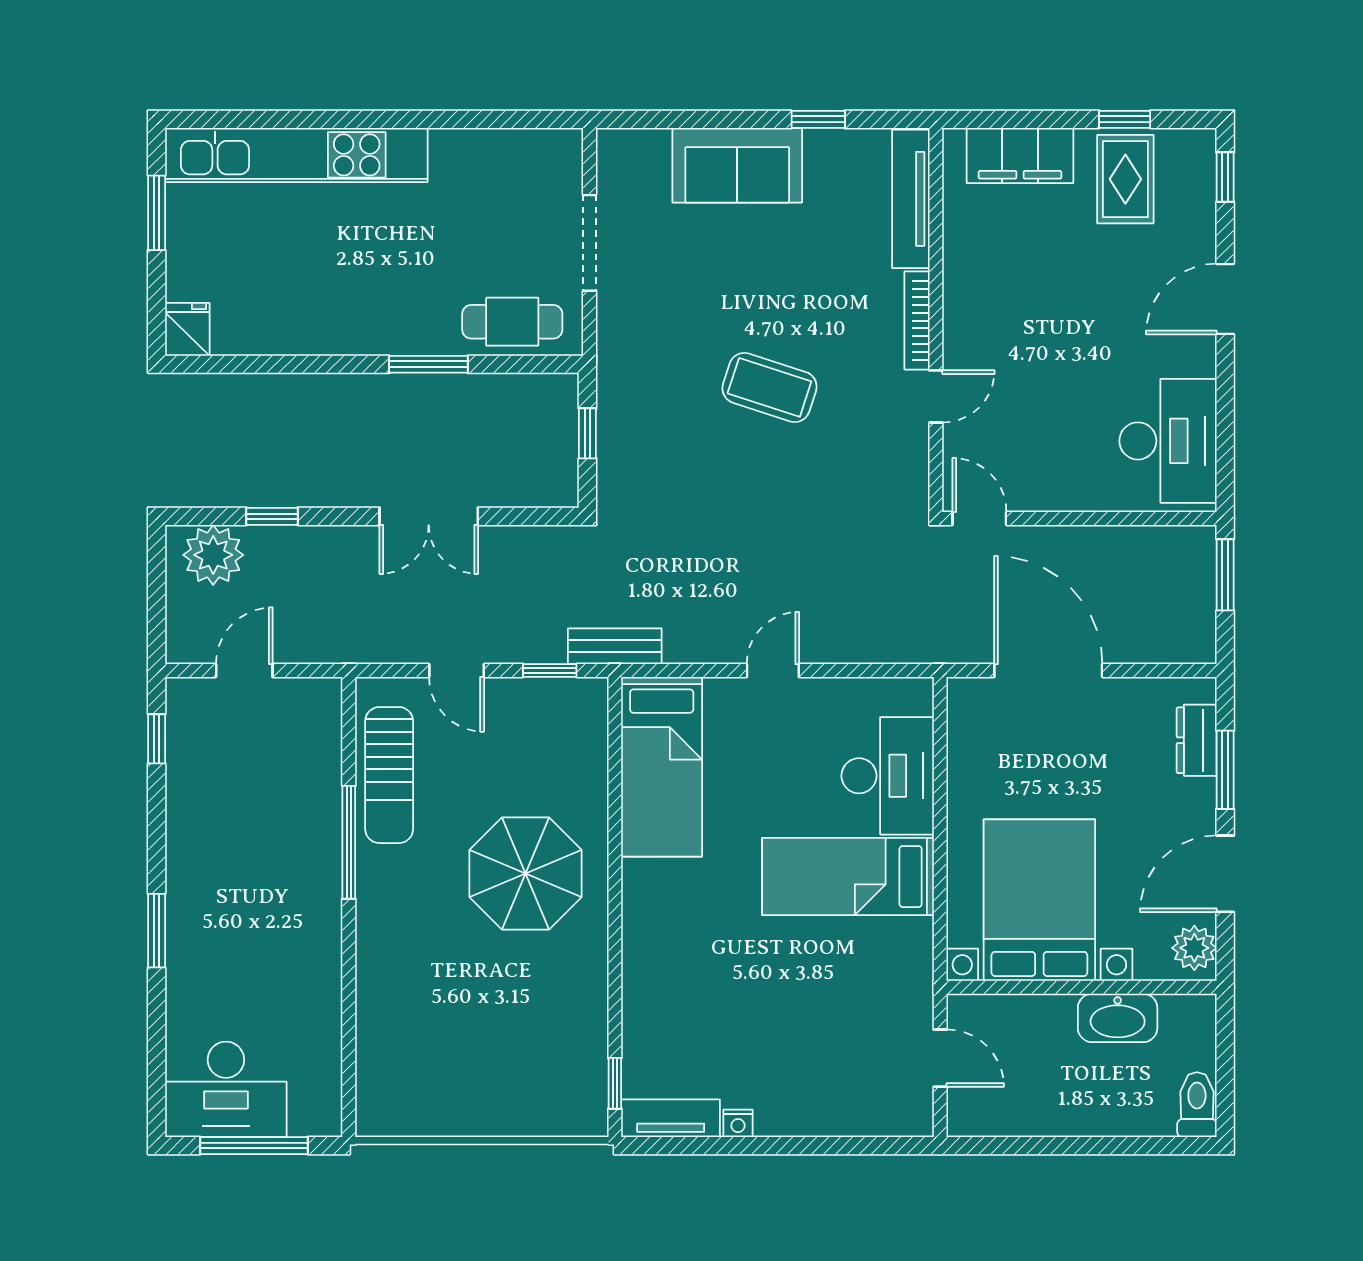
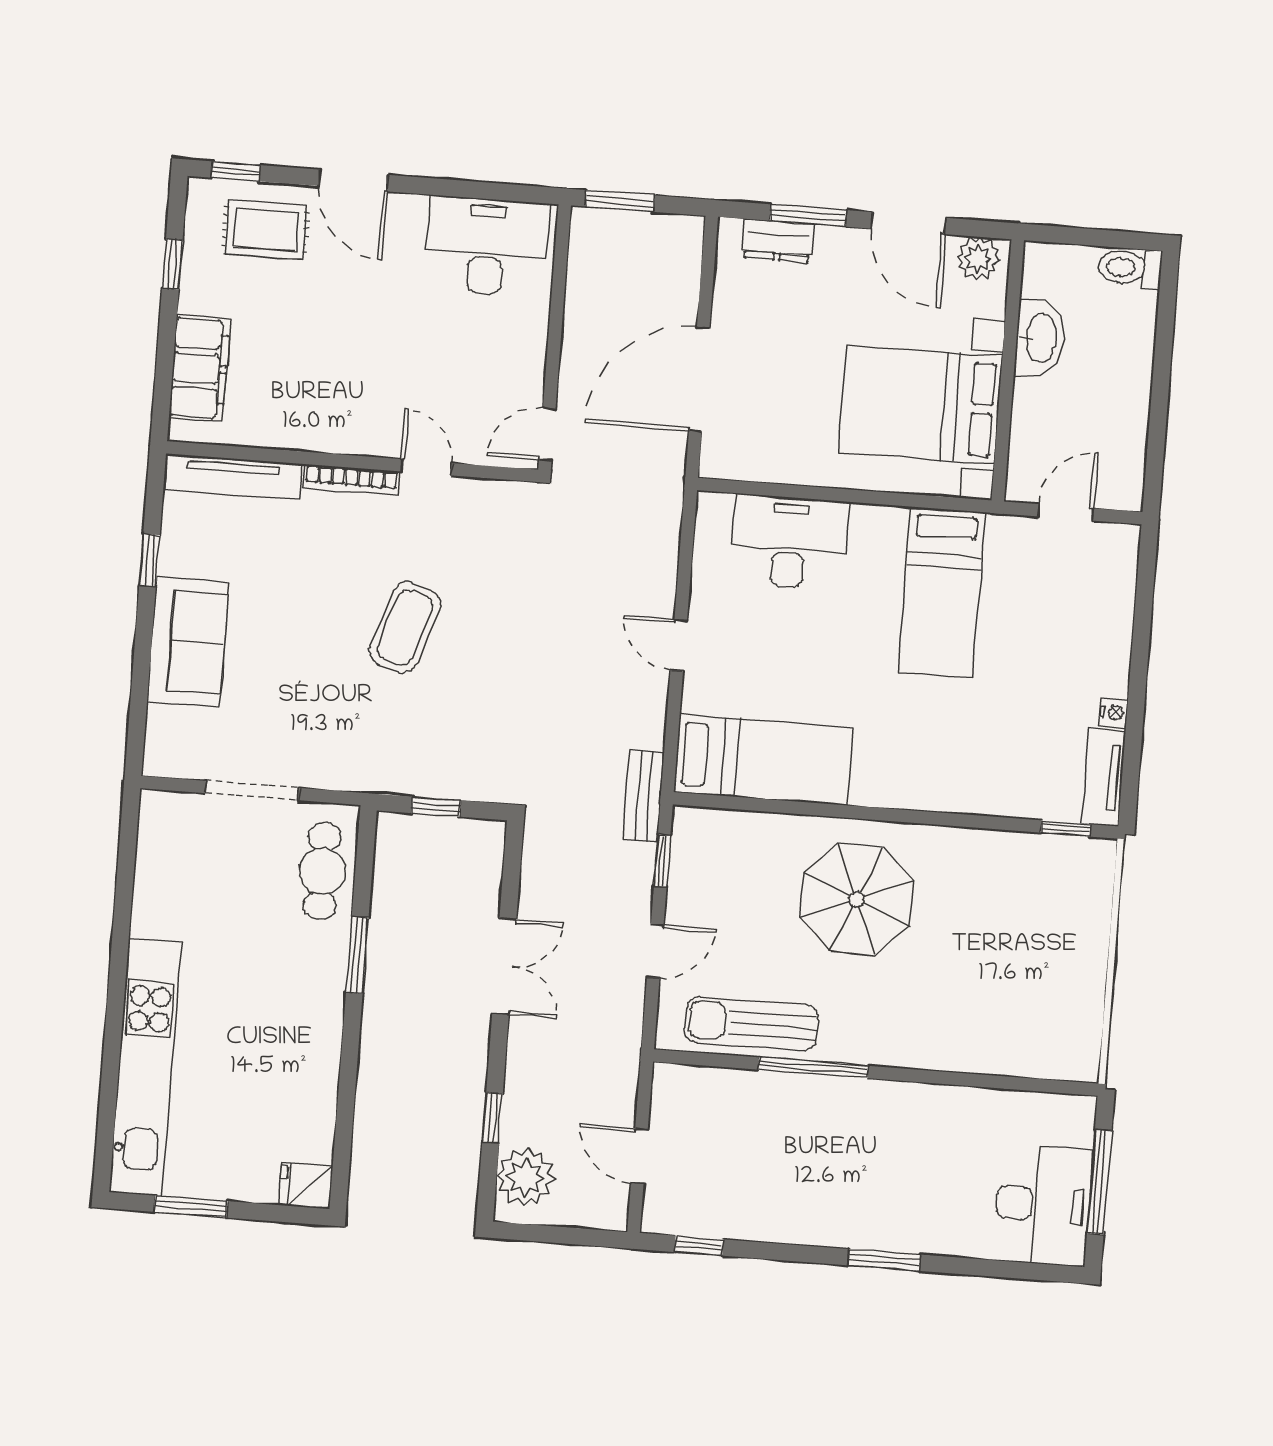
rug: (1125, 179) -> (266, 230), moved
sun lounger: (389, 775) -> (751, 1024), turned 180
bed: (848, 877) -> (942, 592), moved

